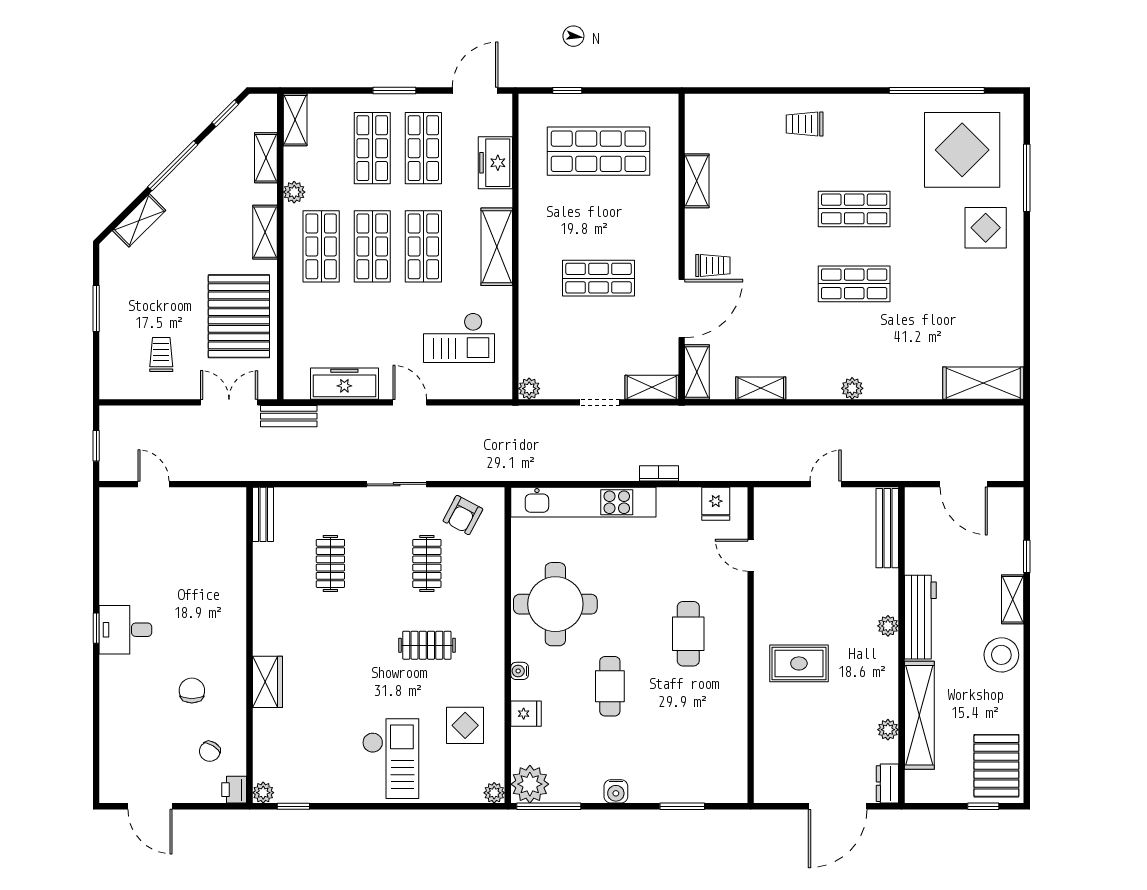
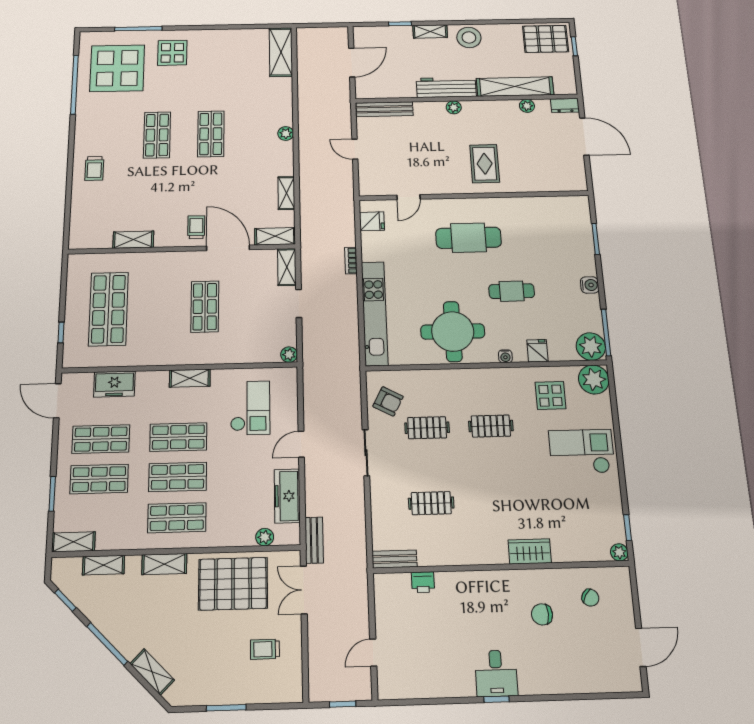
window: (394, 90) -> (52, 494), moved
plant: (294, 192) -> (265, 537), moved
shelving: (497, 247) -> (190, 378), width x0.67, depth x0.75
cafe table: (688, 634) -> (468, 238), width x1.37, depth x1.35
clothes rail: (427, 645) -> (491, 426), turned 90
printer: (234, 790) -> (423, 582), moved
plant: (494, 793) -> (594, 379), width x1.87, depth x1.87

